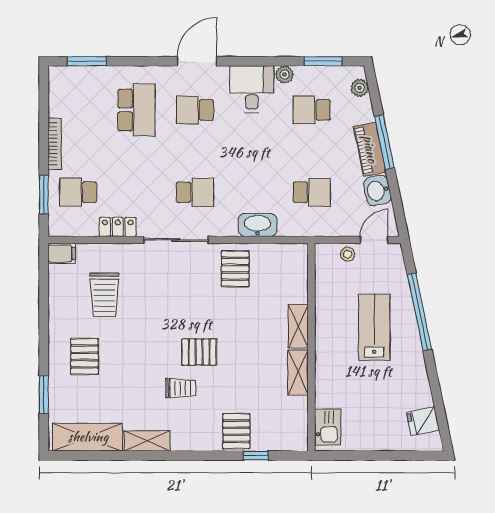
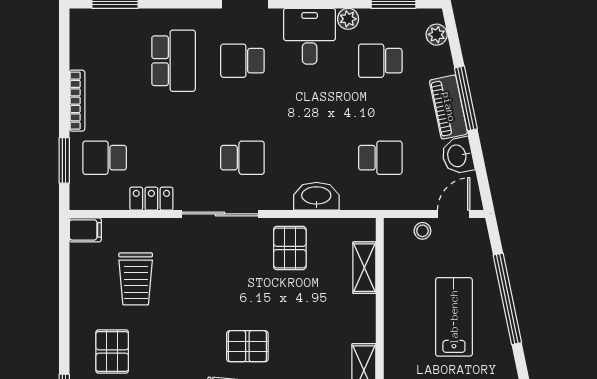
shelving: (298, 326) -> (364, 268), moved

